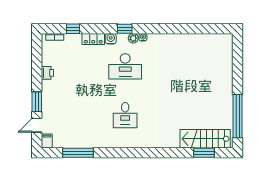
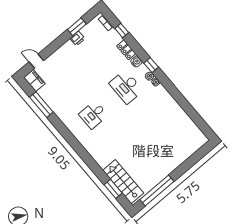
window: (37, 102) -> (77, 27), moved
filing cabinet: (47, 141) -> (34, 81), width x2.00

